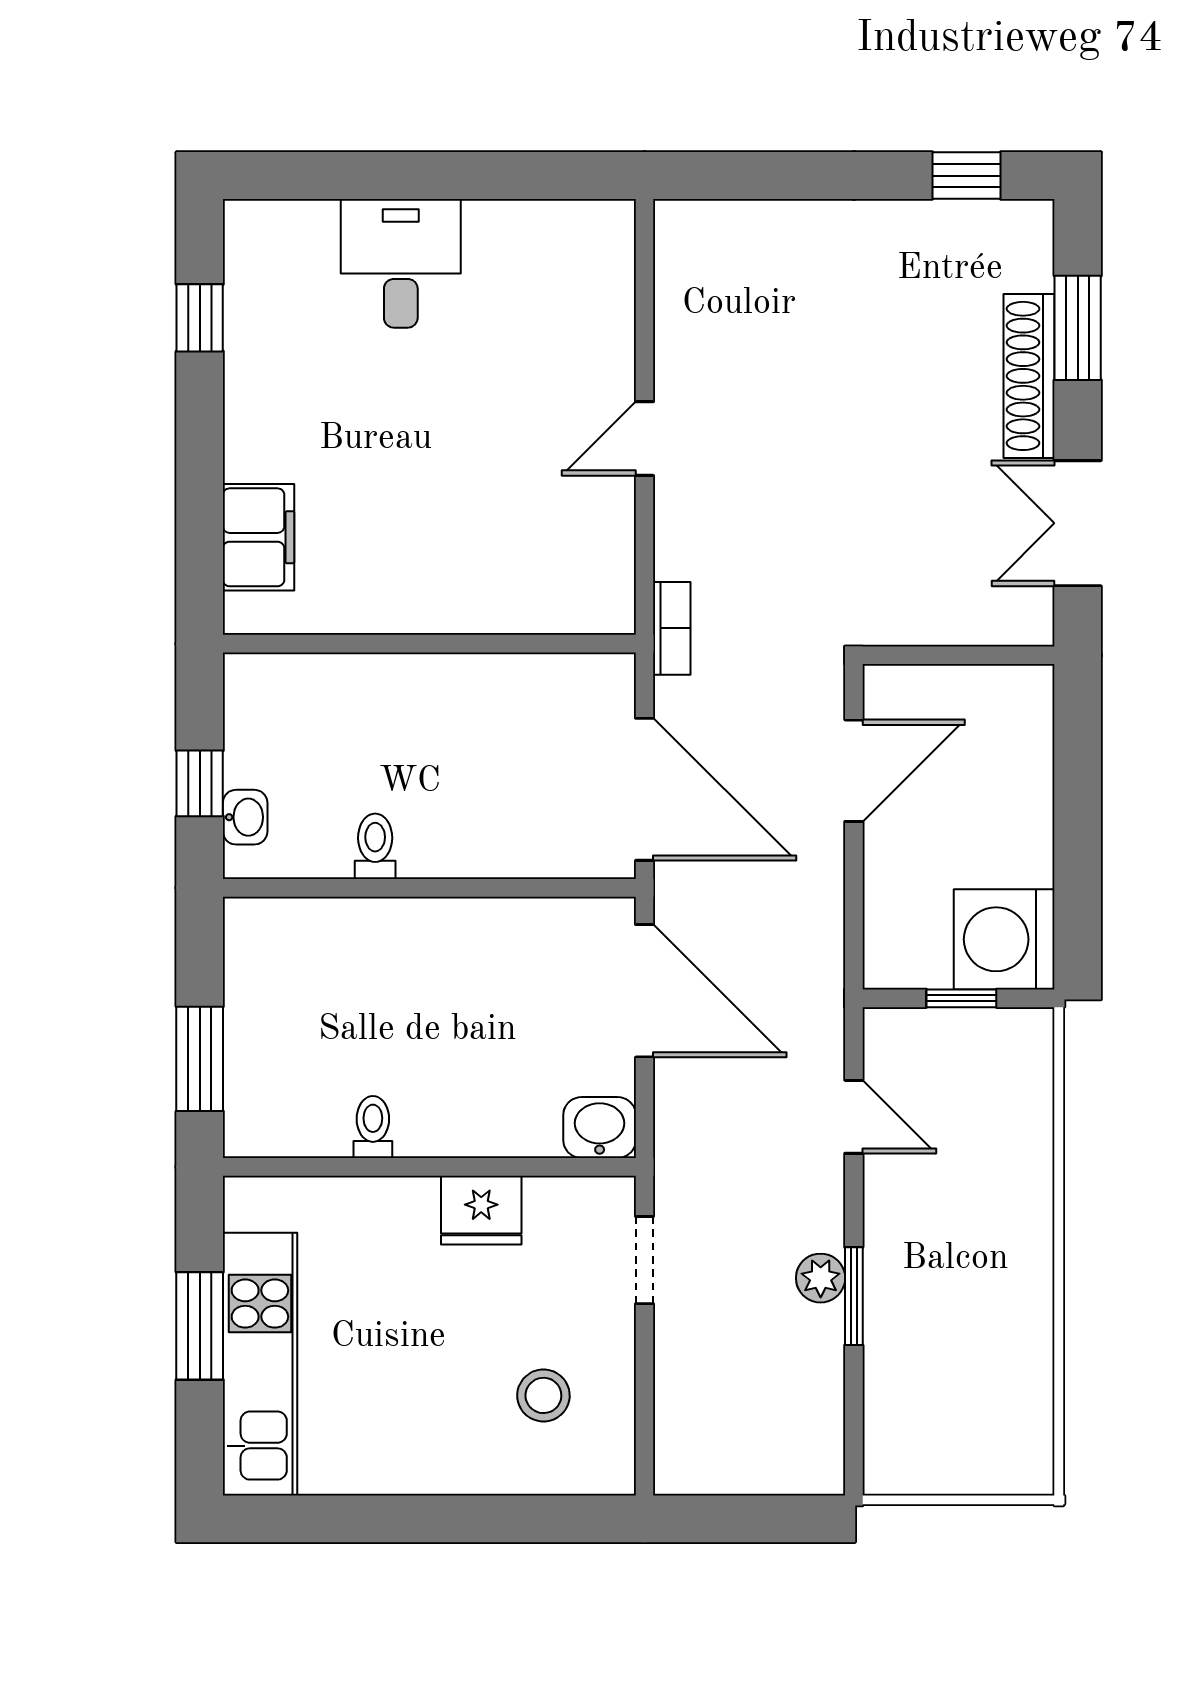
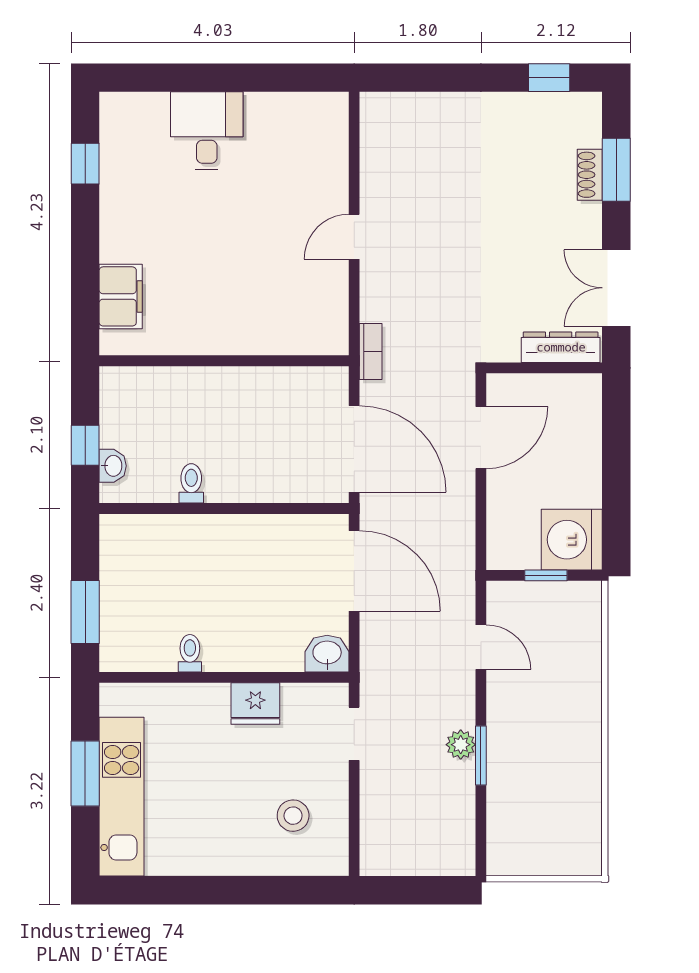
shoe rack: (1029, 376) -> (590, 175), width x0.51, depth x0.81
dresser: (986, 621) -> (561, 347), added

